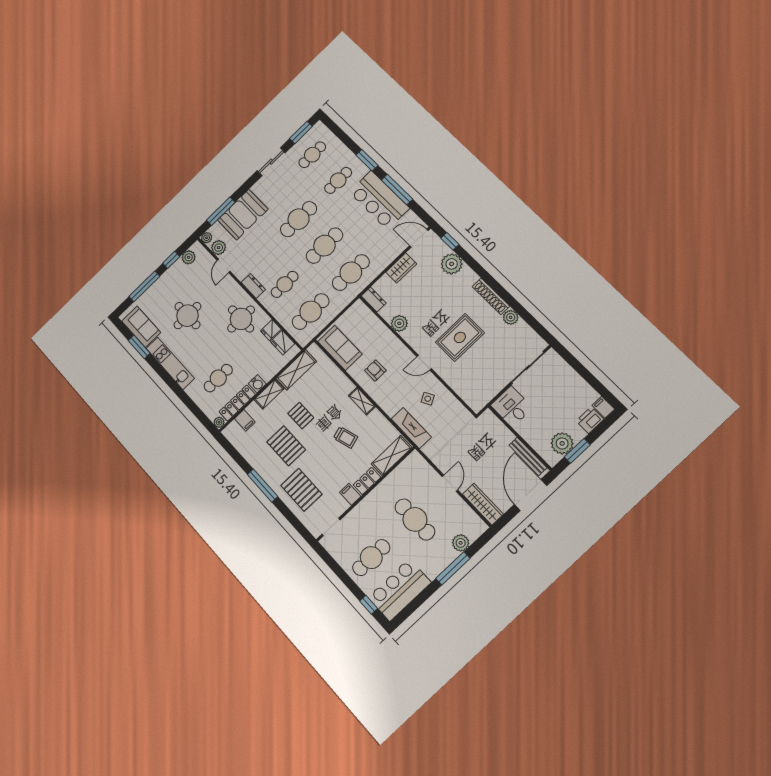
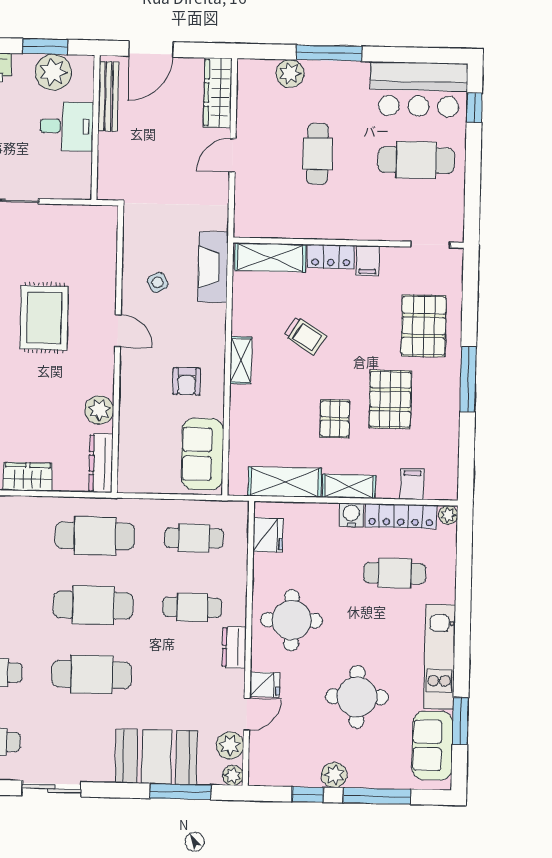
plant: (189, 257) -> (334, 775), moved
dresser: (374, 300) -> (101, 463), width x1.44
cafe table: (311, 312) -> (194, 538), width x0.73, depth x0.74
fridge: (271, 330) -> (265, 685), moved
rug: (460, 337) -> (44, 318), turned 90
desk: (512, 407) -> (67, 126), moved, turned -90
trolley: (346, 437) -> (305, 336), turned 138
door: (531, 495) -> (151, 49), width x0.73
cafe table: (415, 519) -> (318, 154), width x0.73, depth x0.74

